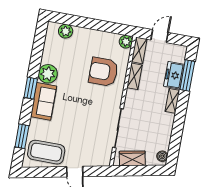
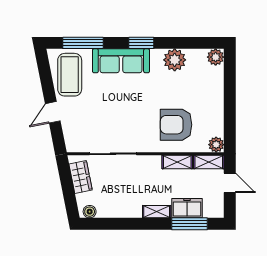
plant: (66, 31) -> (216, 57), moved
armchair: (103, 72) -> (176, 125), turned -90
plant: (48, 74) -> (175, 60), moved
sofa: (44, 101) -> (121, 61), width x1.36
window: (22, 136) -> (83, 43), width x1.44

